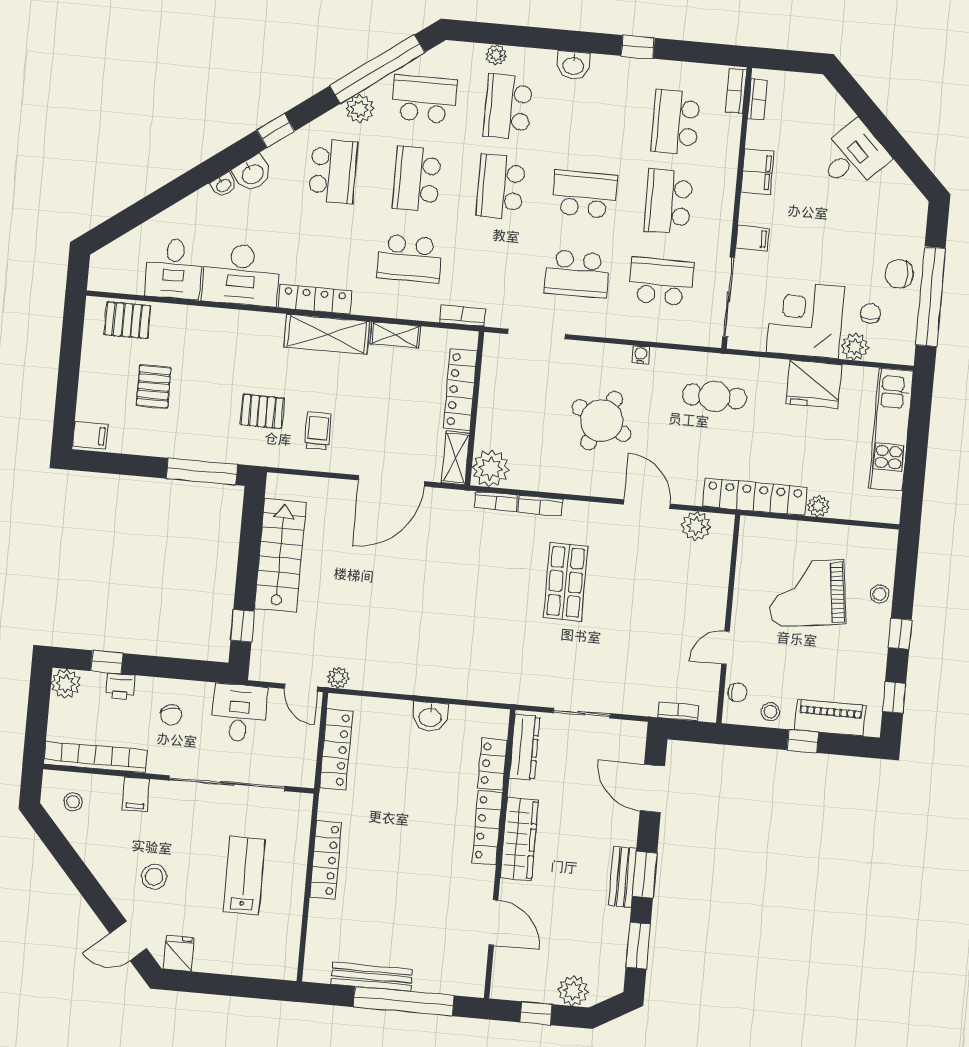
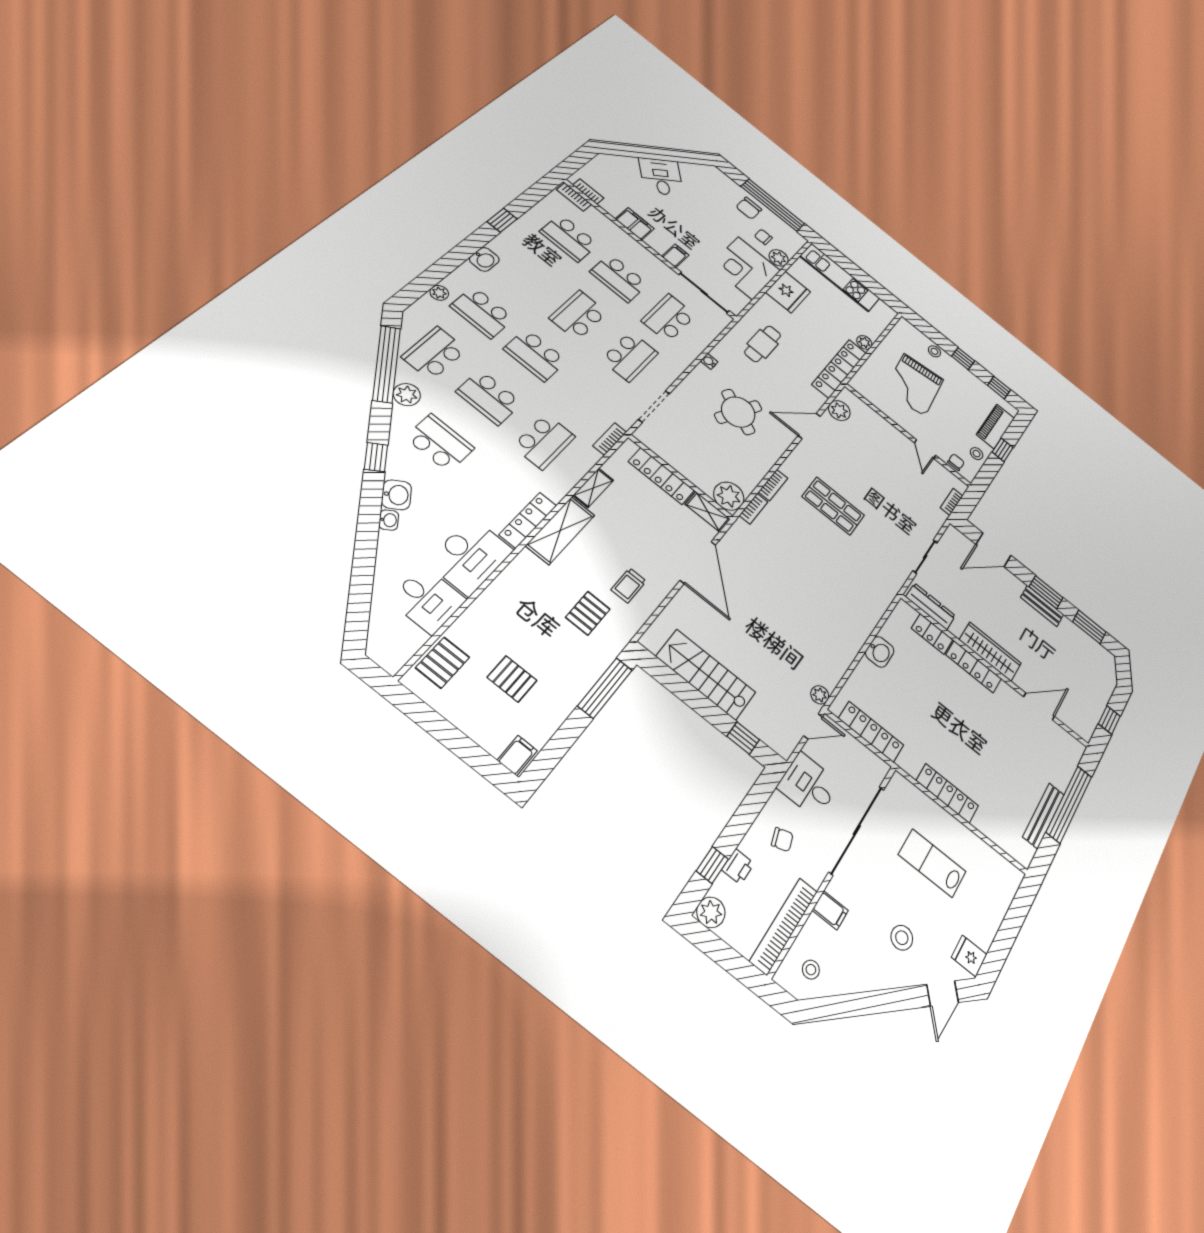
trolley: (318, 431) -> (629, 585), turned -90
plant: (573, 991) -> (1103, 686), removed

